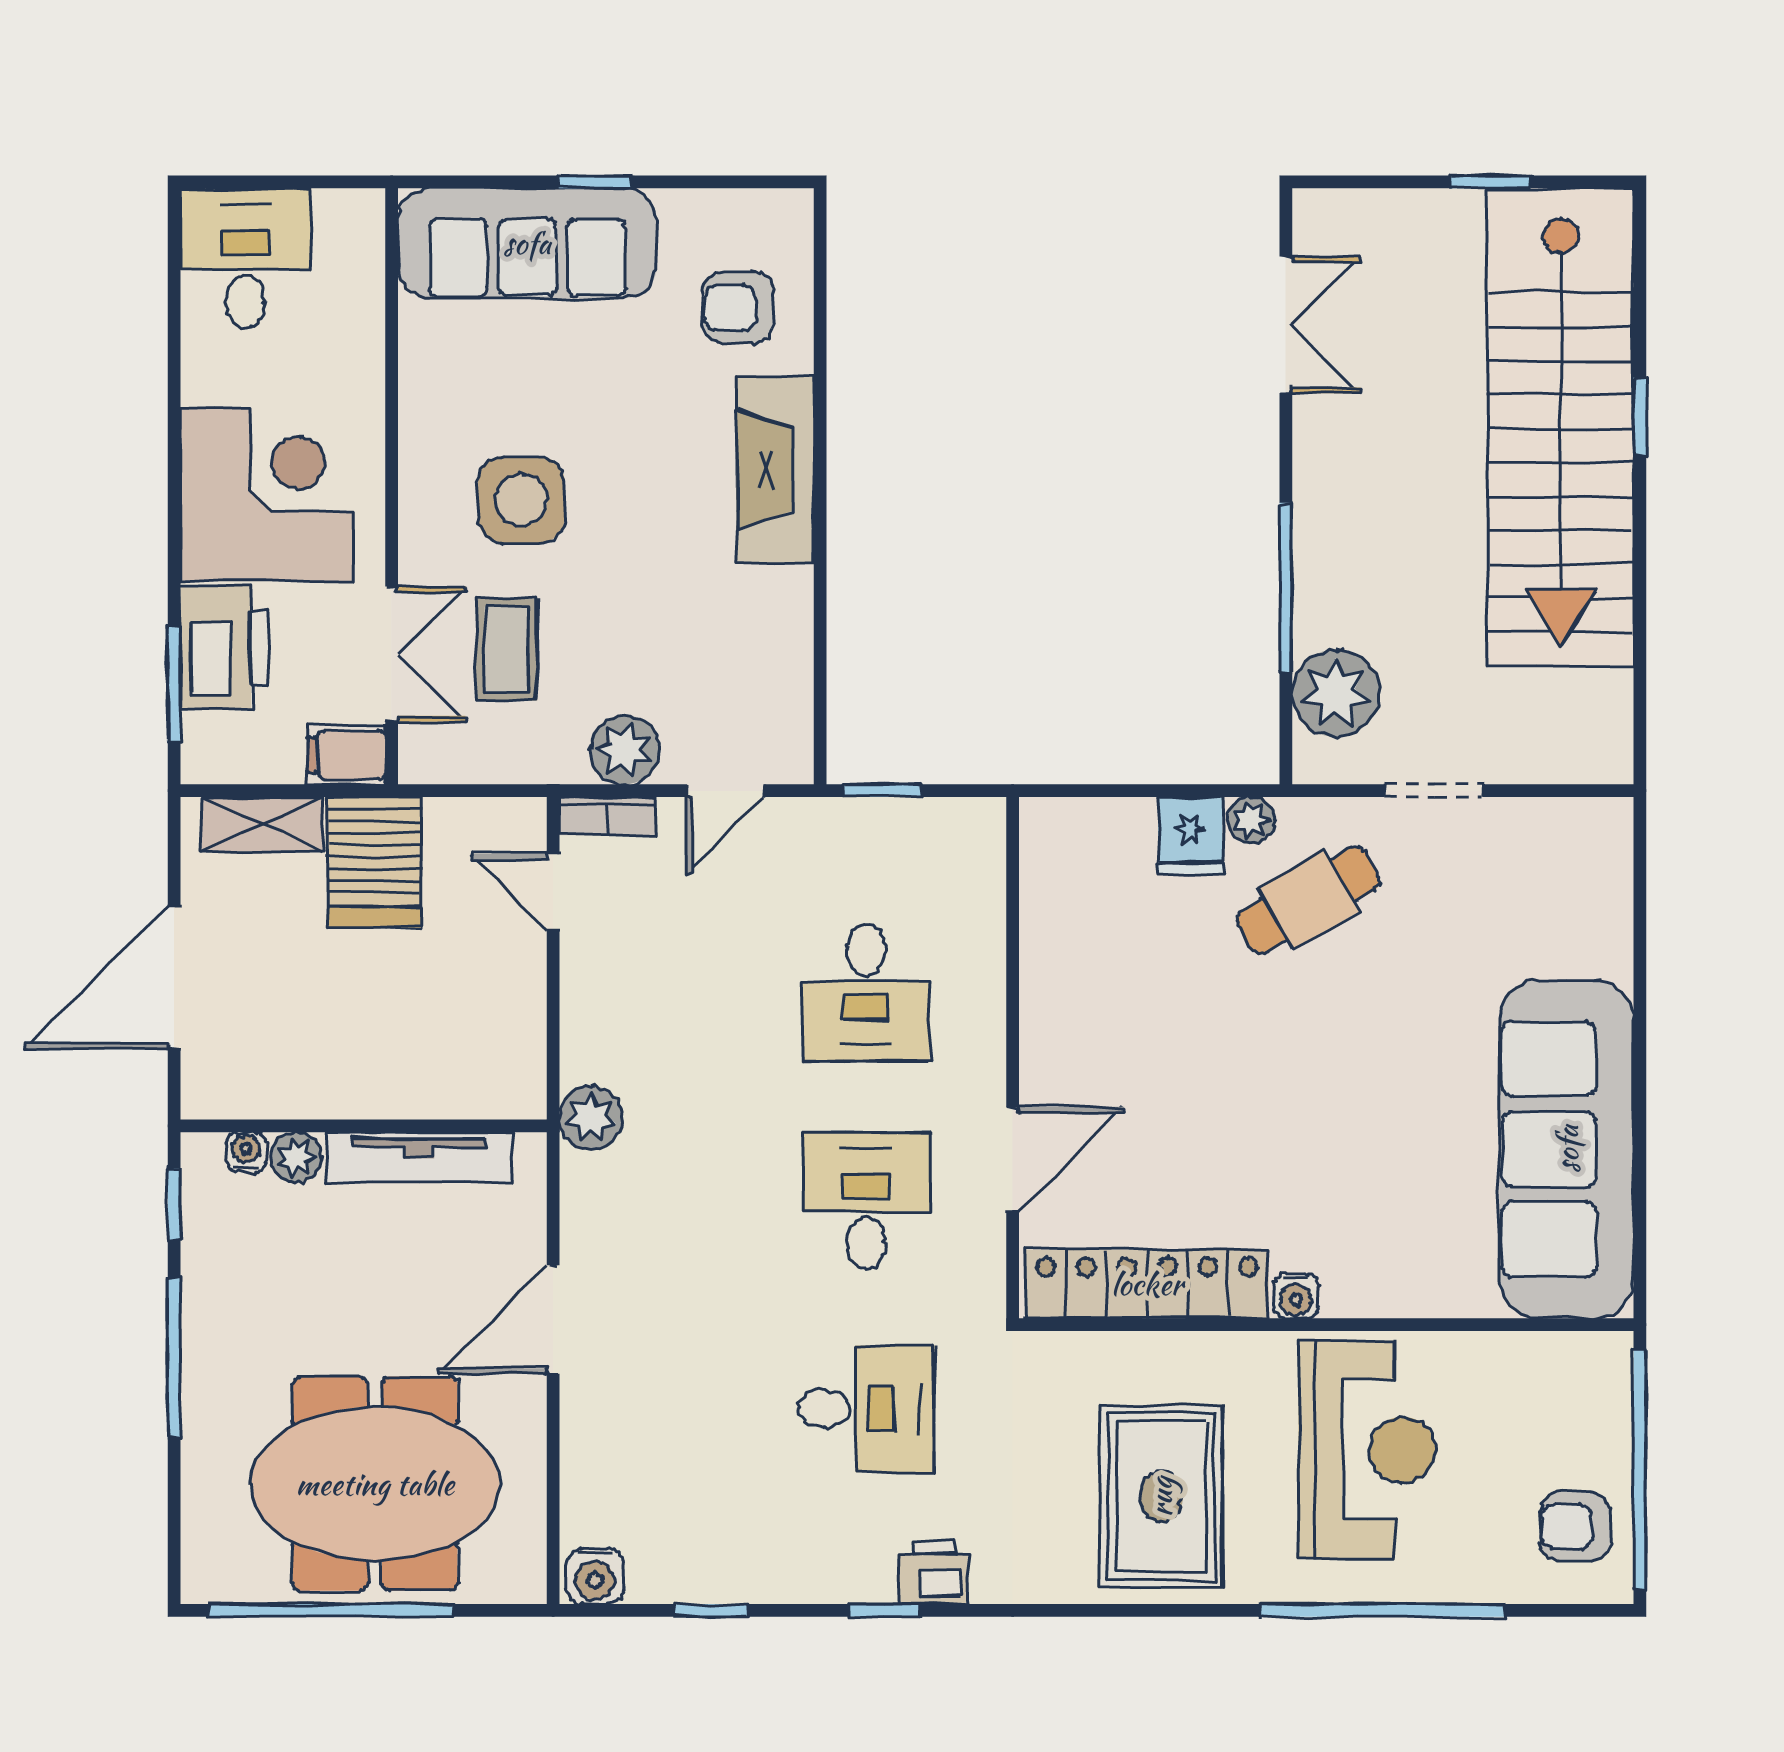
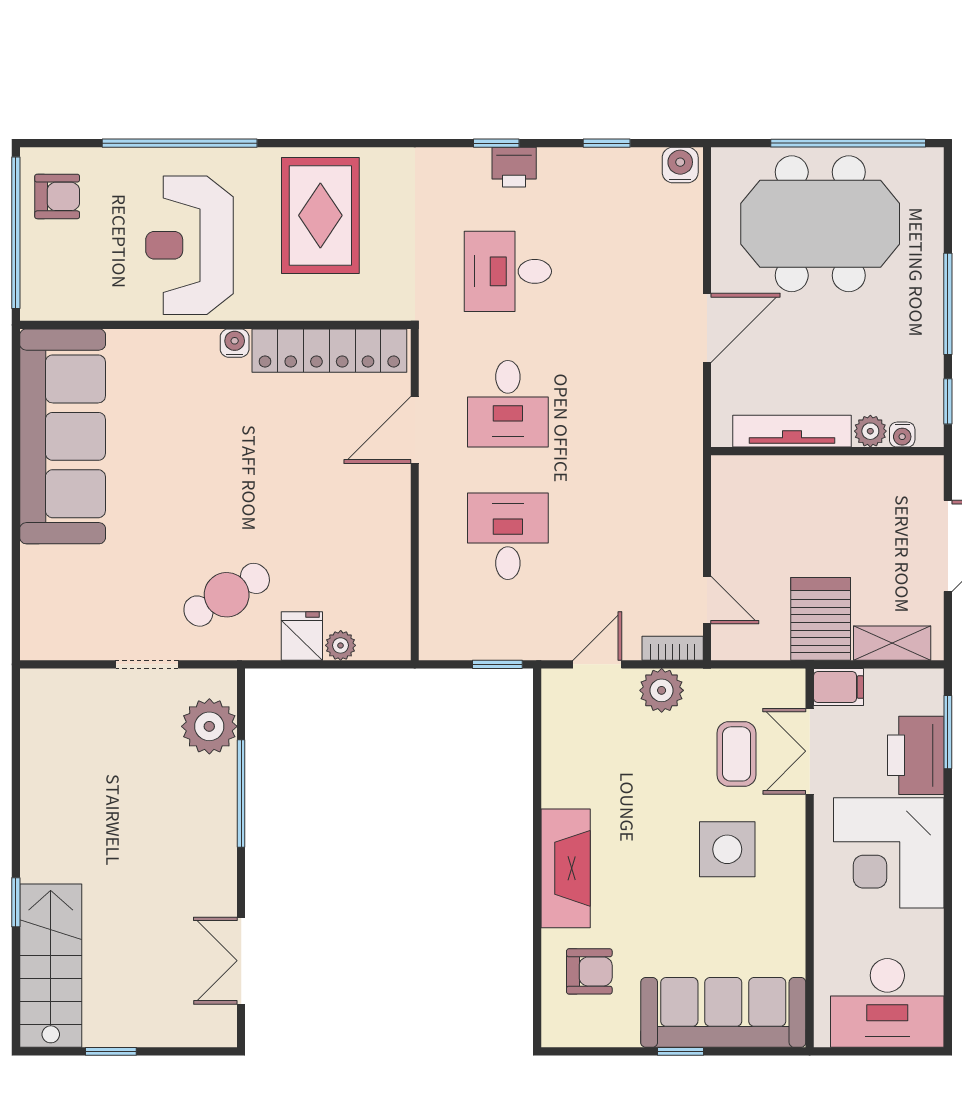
desk: (245, 258) -> (887, 1003), width x1.37
stairs: (1561, 427) -> (51, 966), width x0.54, depth x0.66
plant: (1251, 820) -> (341, 645), moved
plant: (591, 1118) -> (683, 456), removed
printer: (934, 1573) -> (514, 167), moved

